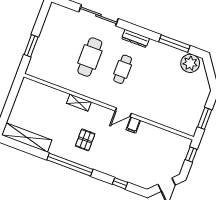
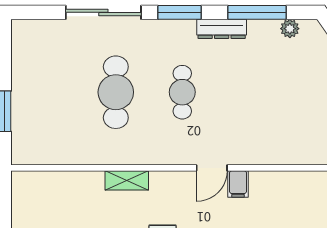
window: (136, 29) -> (180, 12), added
dresser: (136, 38) -> (222, 29), moved
plant: (190, 63) -> (290, 29), width x0.53, depth x0.53

